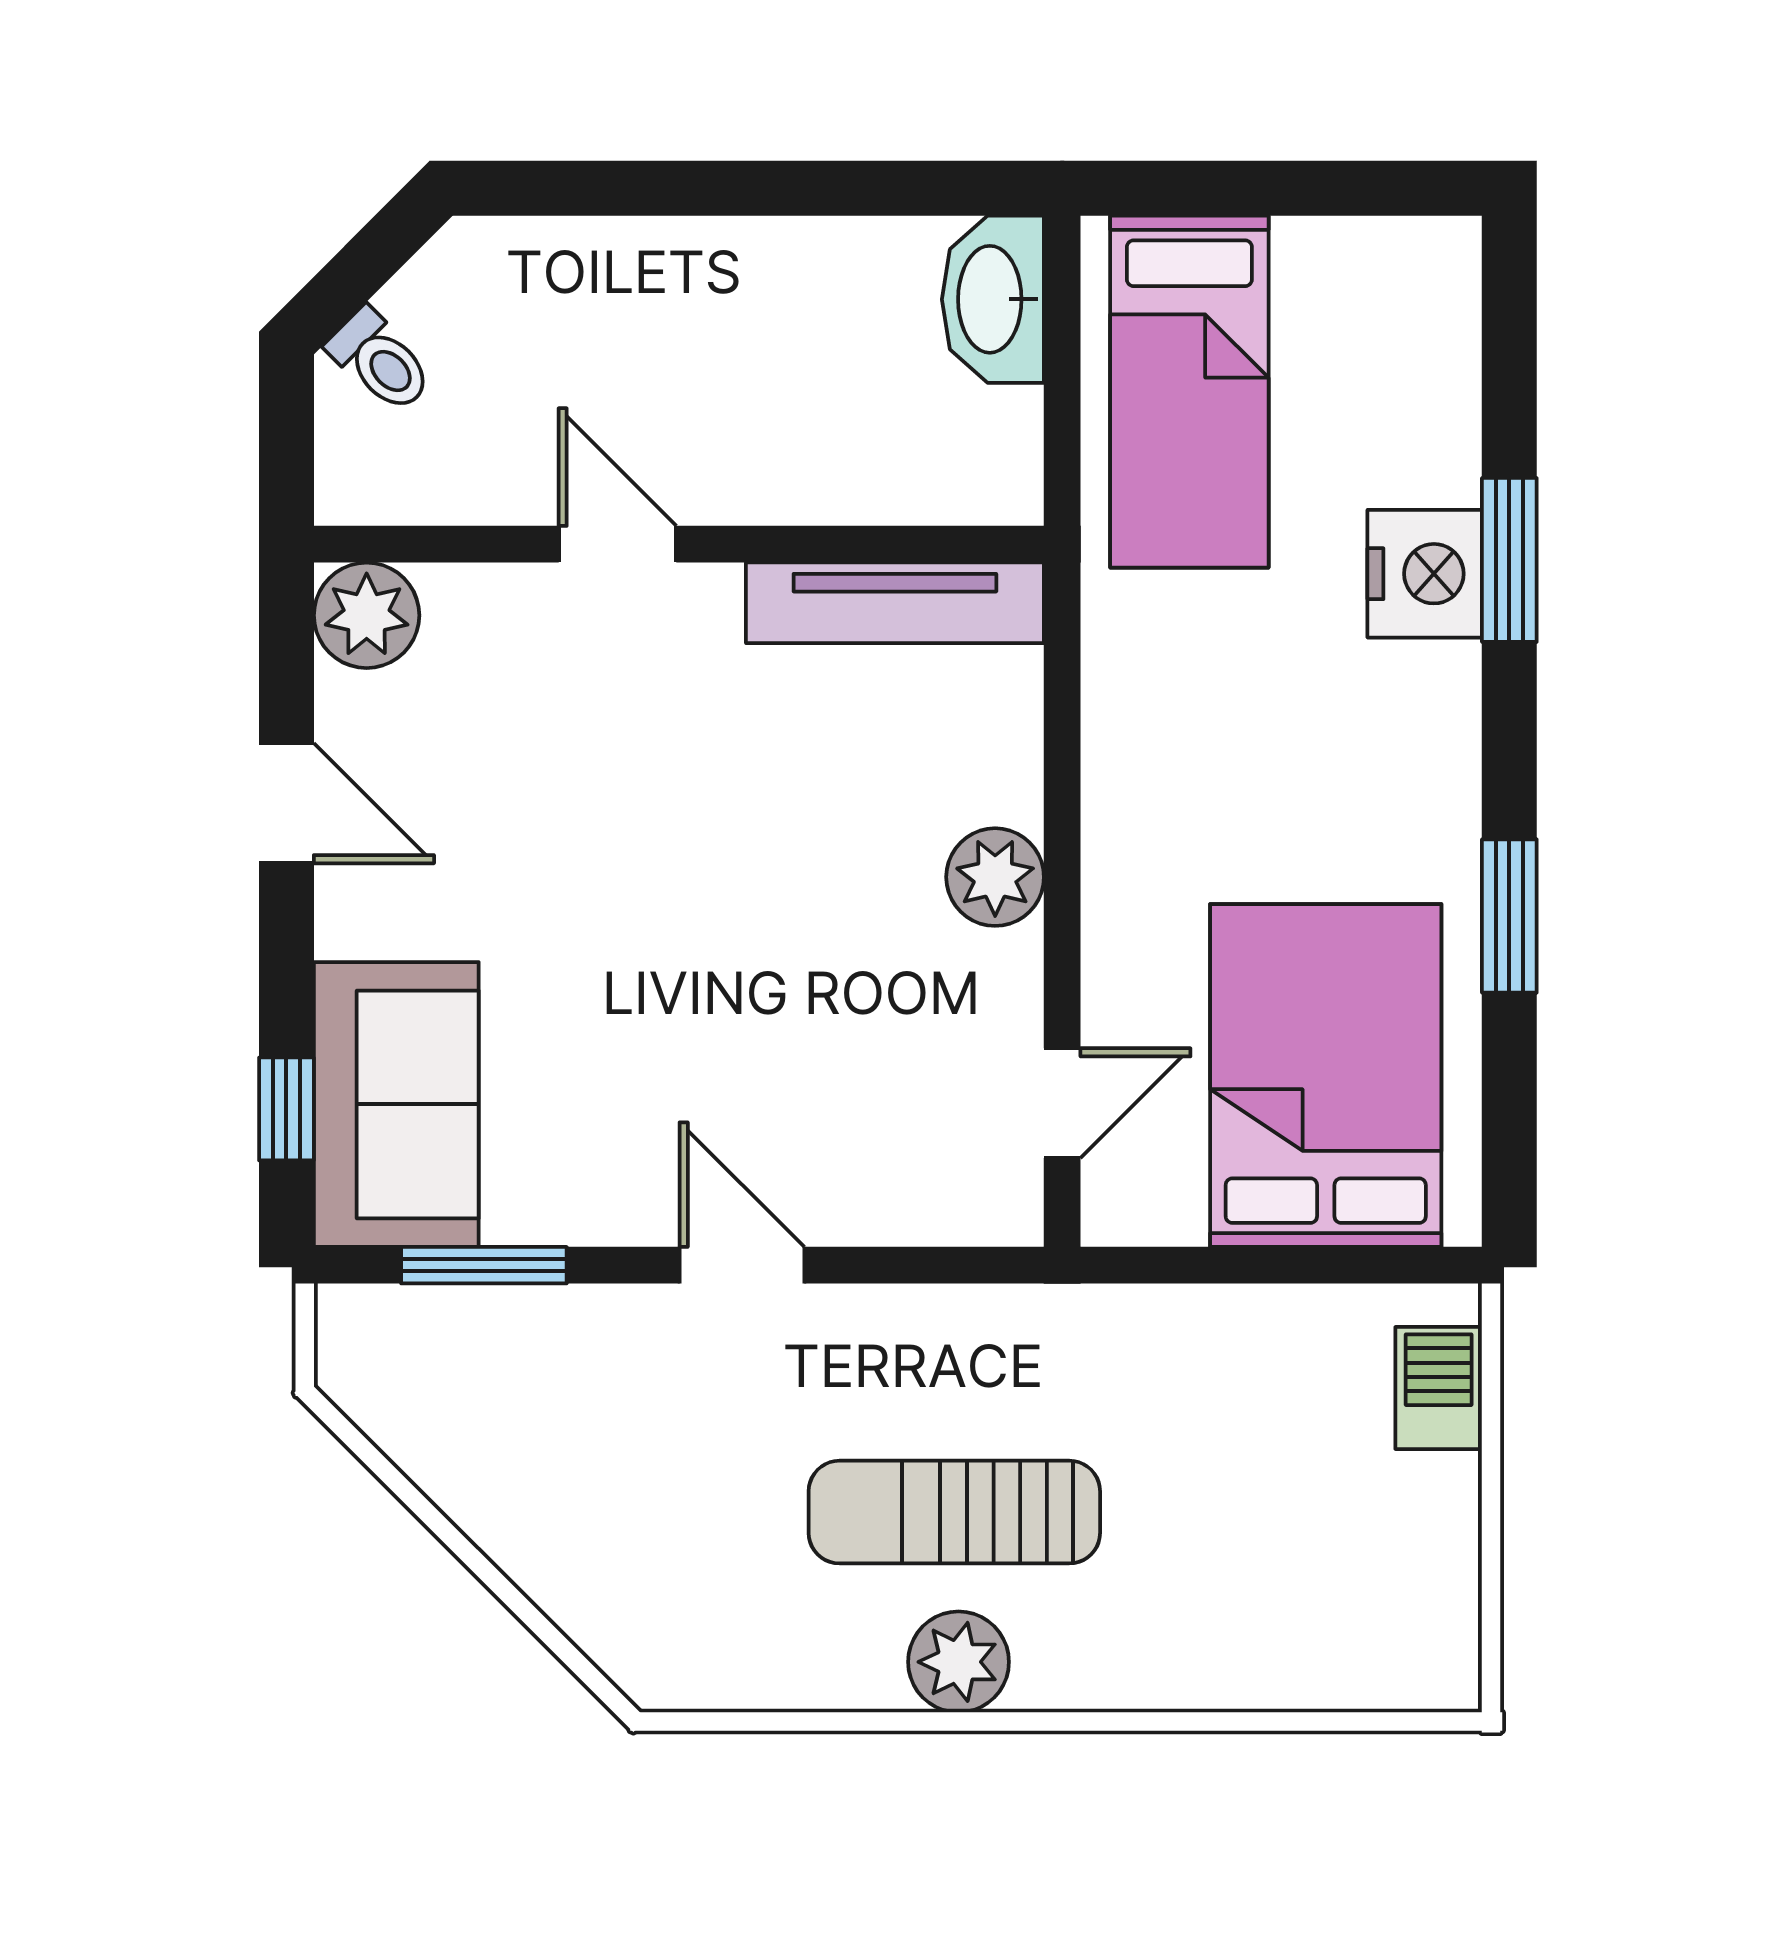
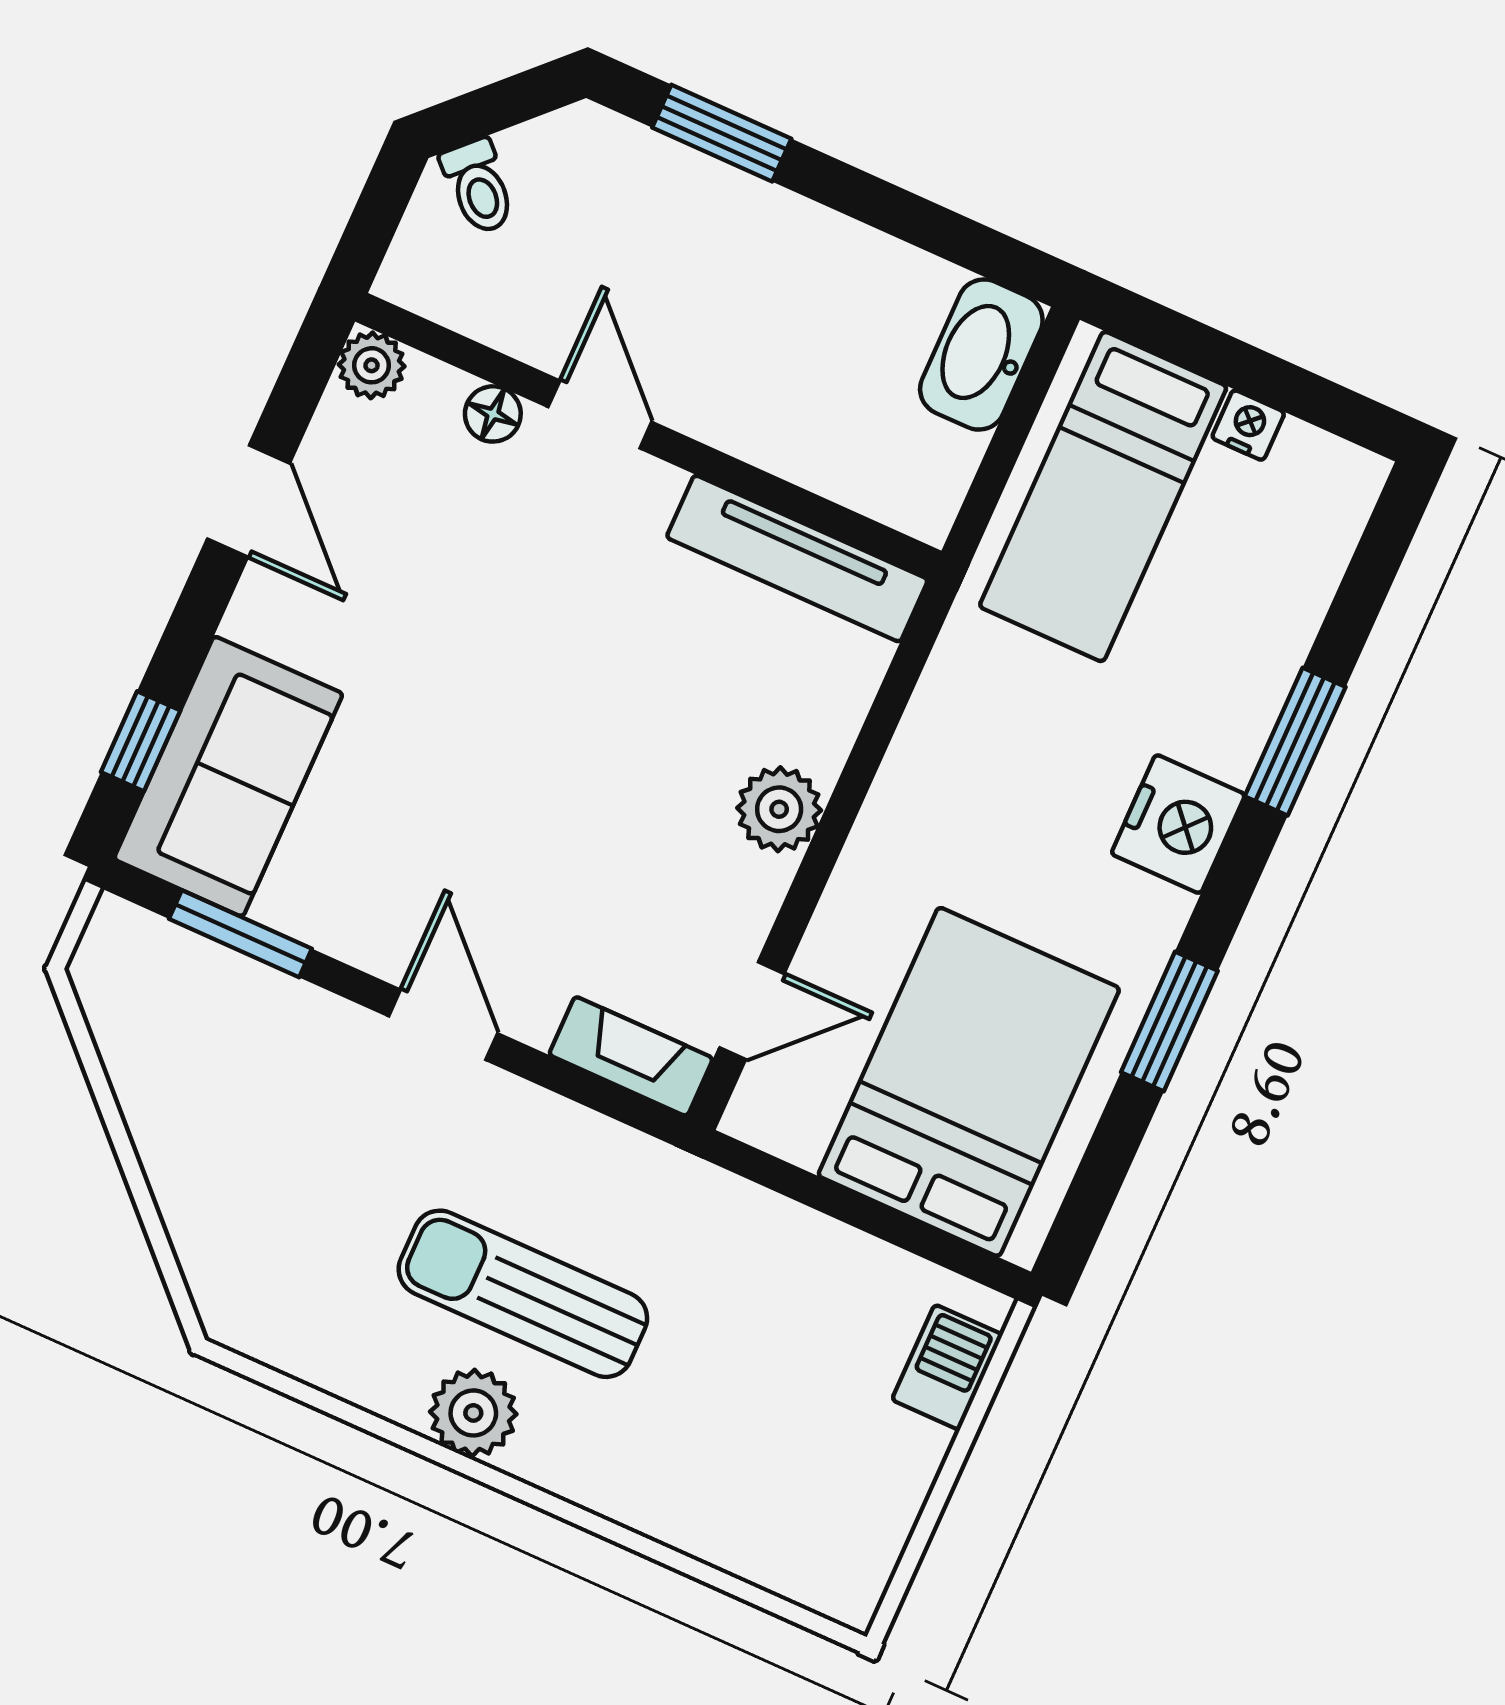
window: (613, 188) -> (722, 133), added
nightstand: (1309, 247) -> (1248, 425), added
nightstand: (1425, 574) -> (1178, 824), moved
floor lamp: (504, 595) -> (493, 414), added
plant: (367, 615) -> (372, 365), width x0.73, depth x0.73
fireplace: (956, 1209) -> (631, 1056), added

